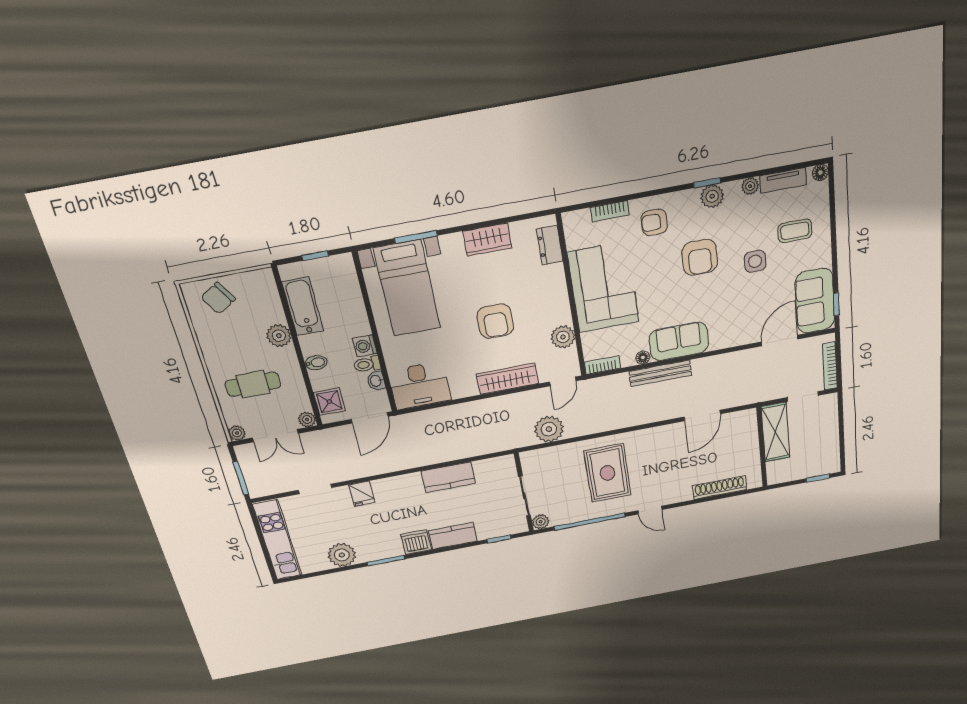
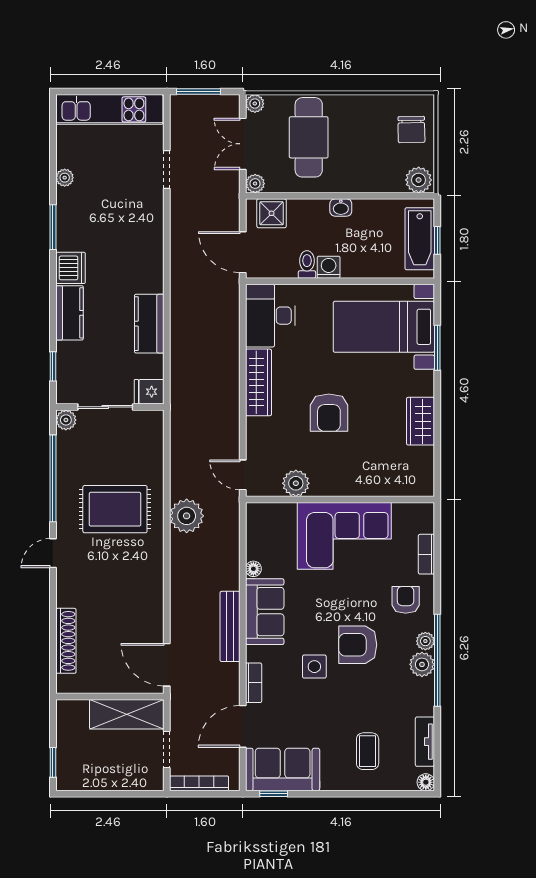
window: (707, 183) -> (437, 660), width x3.17
plant: (750, 186) -> (425, 641), moved
dresser: (550, 245) -> (402, 485), removed
side table: (755, 261) -> (314, 667), moved
chair: (218, 298) -> (411, 130), turned -150
bathtub: (303, 306) -> (420, 239), moved, turned 90
armchair: (495, 321) -> (329, 413), turned -90
plant: (279, 336) -> (419, 180), moved
door: (780, 341) -> (243, 726), swing flipped
bidet: (316, 363) -> (320, 211), removed
bookcase: (603, 365) -> (254, 683), moved
bench: (660, 373) -> (230, 626), moved
wardrobe: (507, 379) -> (259, 382), moved
washbasin: (376, 381) -> (341, 207), moved, turned 180
cafe table: (253, 384) -> (309, 137), width x1.37, depth x1.35
door: (702, 415) -> (167, 665), moved
plant: (549, 429) -> (187, 516), moved
fridge: (362, 494) -> (149, 392), moved
plant: (342, 555) -> (65, 178), width x0.53, depth x0.53

